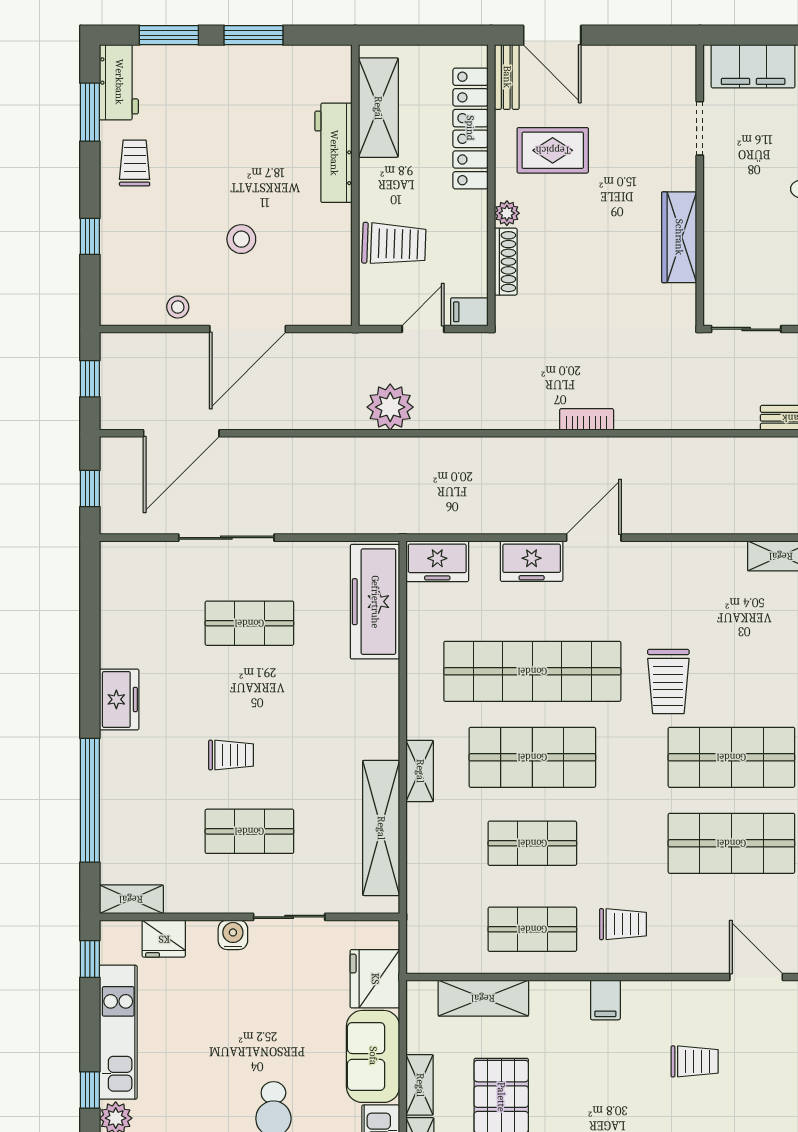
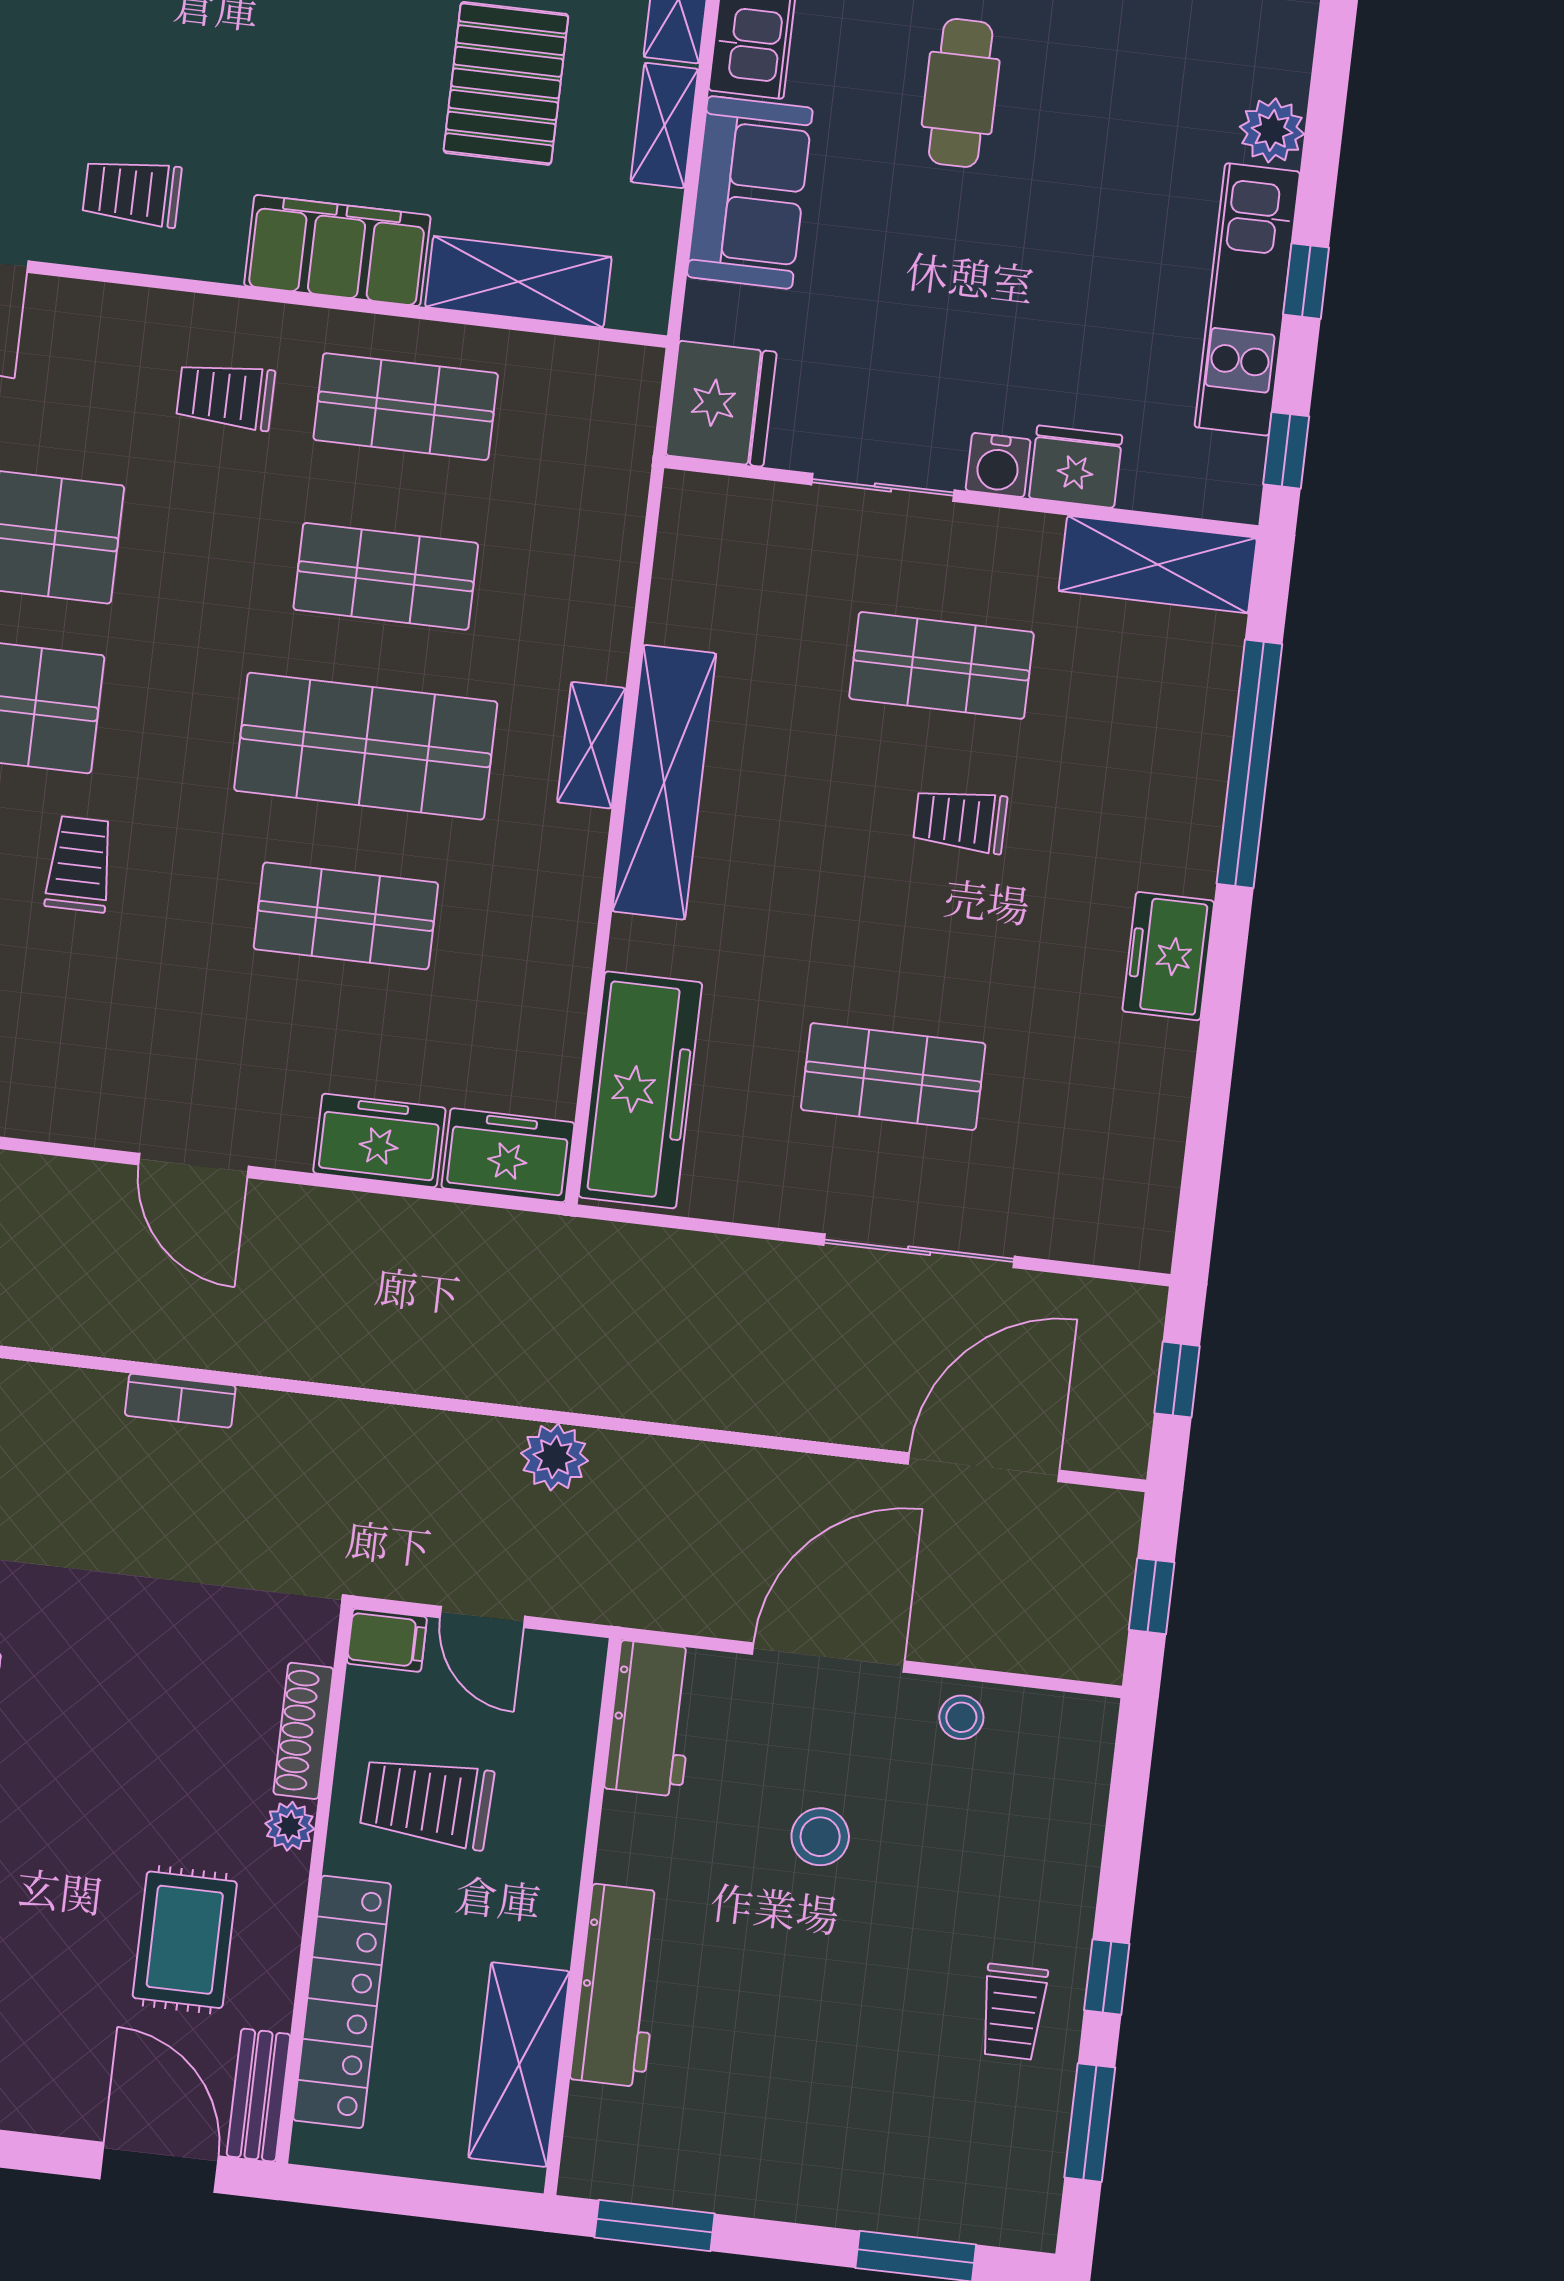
window: (254, 35) -> (655, 2225), moved
workbench: (119, 82) -> (651, 1719), moved, turned 180
rug: (553, 150) -> (185, 1940), turned 90
window: (90, 236) -> (1107, 1977), moved
trolley: (394, 244) -> (427, 1802), moved
door: (423, 329) -> (482, 1617), hinge flipped
plant: (390, 407) -> (554, 1457), width x0.73, depth x0.73
door: (594, 538) -> (193, 1166), hinge flipped
freezer: (532, 561) -> (379, 1140), moved
shop shelf: (532, 671) -> (346, 916), width x0.50, depth x0.74
trolley: (668, 681) -> (80, 864), width x0.73, depth x0.72
shelving: (381, 828) -> (664, 782), moved
shelving: (131, 899) -> (1158, 564), width x1.50, depth x1.33
fridge: (164, 939) -> (1076, 467), moved
fridge: (375, 979) -> (721, 404), moved
filing cabinet: (605, 1000) -> (337, 250), width x3.00, depth x1.17
trolley: (695, 1061) -> (132, 192), moved
window: (90, 1090) -> (1306, 281), moved

